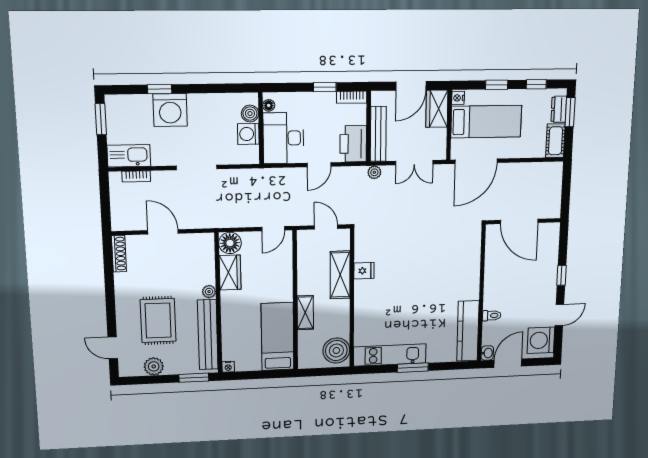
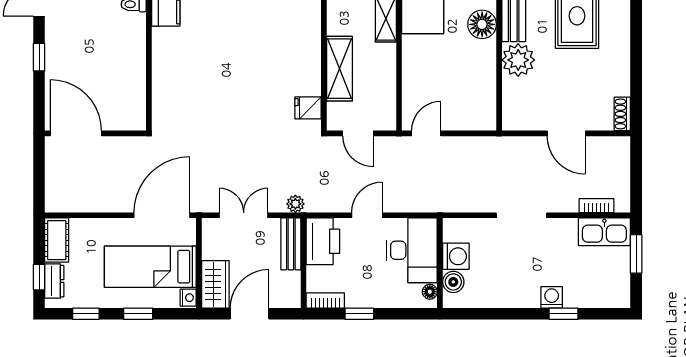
washing machine: (170, 110) -> (552, 297), width x0.53, depth x0.53
window: (570, 112) -> (39, 277), width x0.67
window: (101, 119) -> (636, 254), moved
bench: (378, 134) -> (291, 244), width x0.73
door: (519, 221) -> (76, 133), moved
floor lamp: (230, 243) -> (482, 24), moved
shoe rack: (119, 254) -> (622, 114), width x0.70
fridge: (364, 271) -> (308, 108), moved
wardrobe: (230, 272) -> (483, 77), removed
plant: (209, 292) -> (518, 60), width x1.88, depth x1.88

